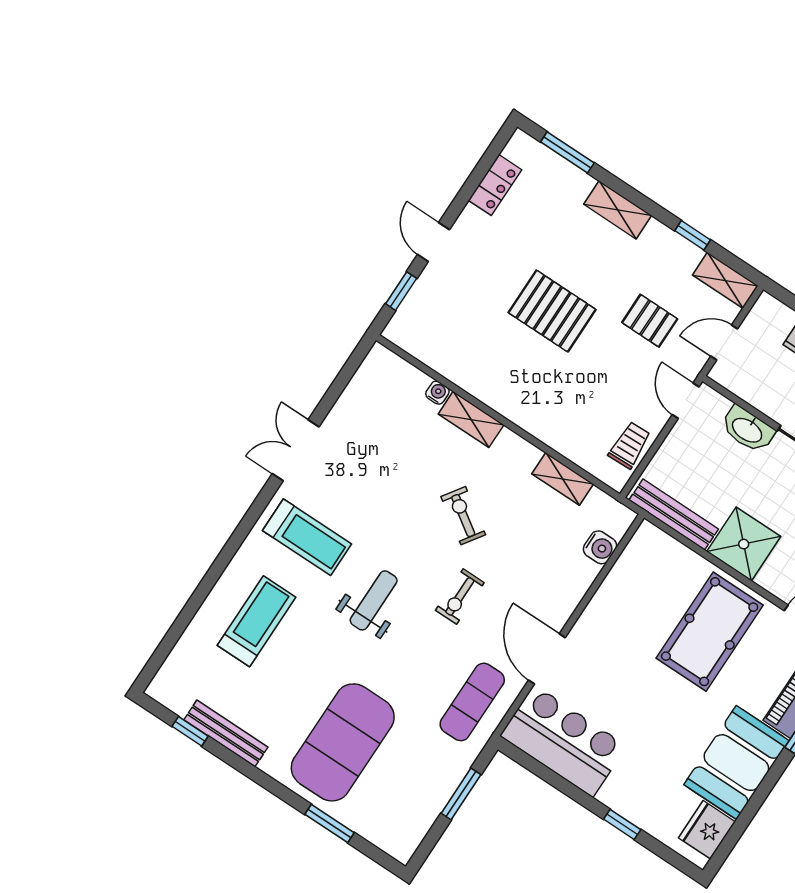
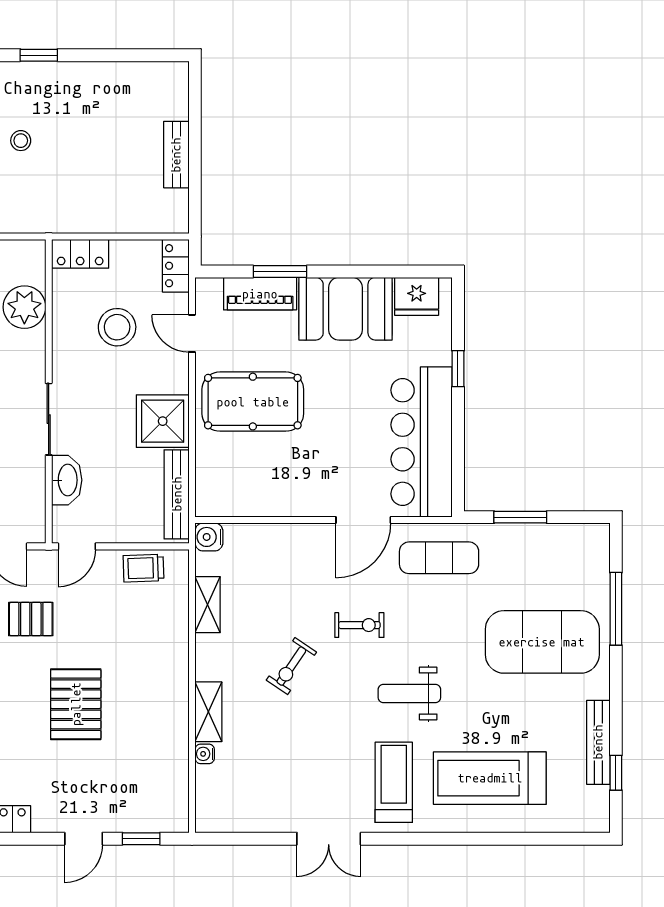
pallet: (650, 321) -> (31, 619), turned 90
water cooler: (600, 547) -> (209, 537), moved, turned -90
treadmill: (257, 621) -> (490, 778), width x1.37, depth x1.38
bar counter: (563, 741) -> (422, 442), width x1.36
window: (329, 823) -> (616, 609), width x1.44

